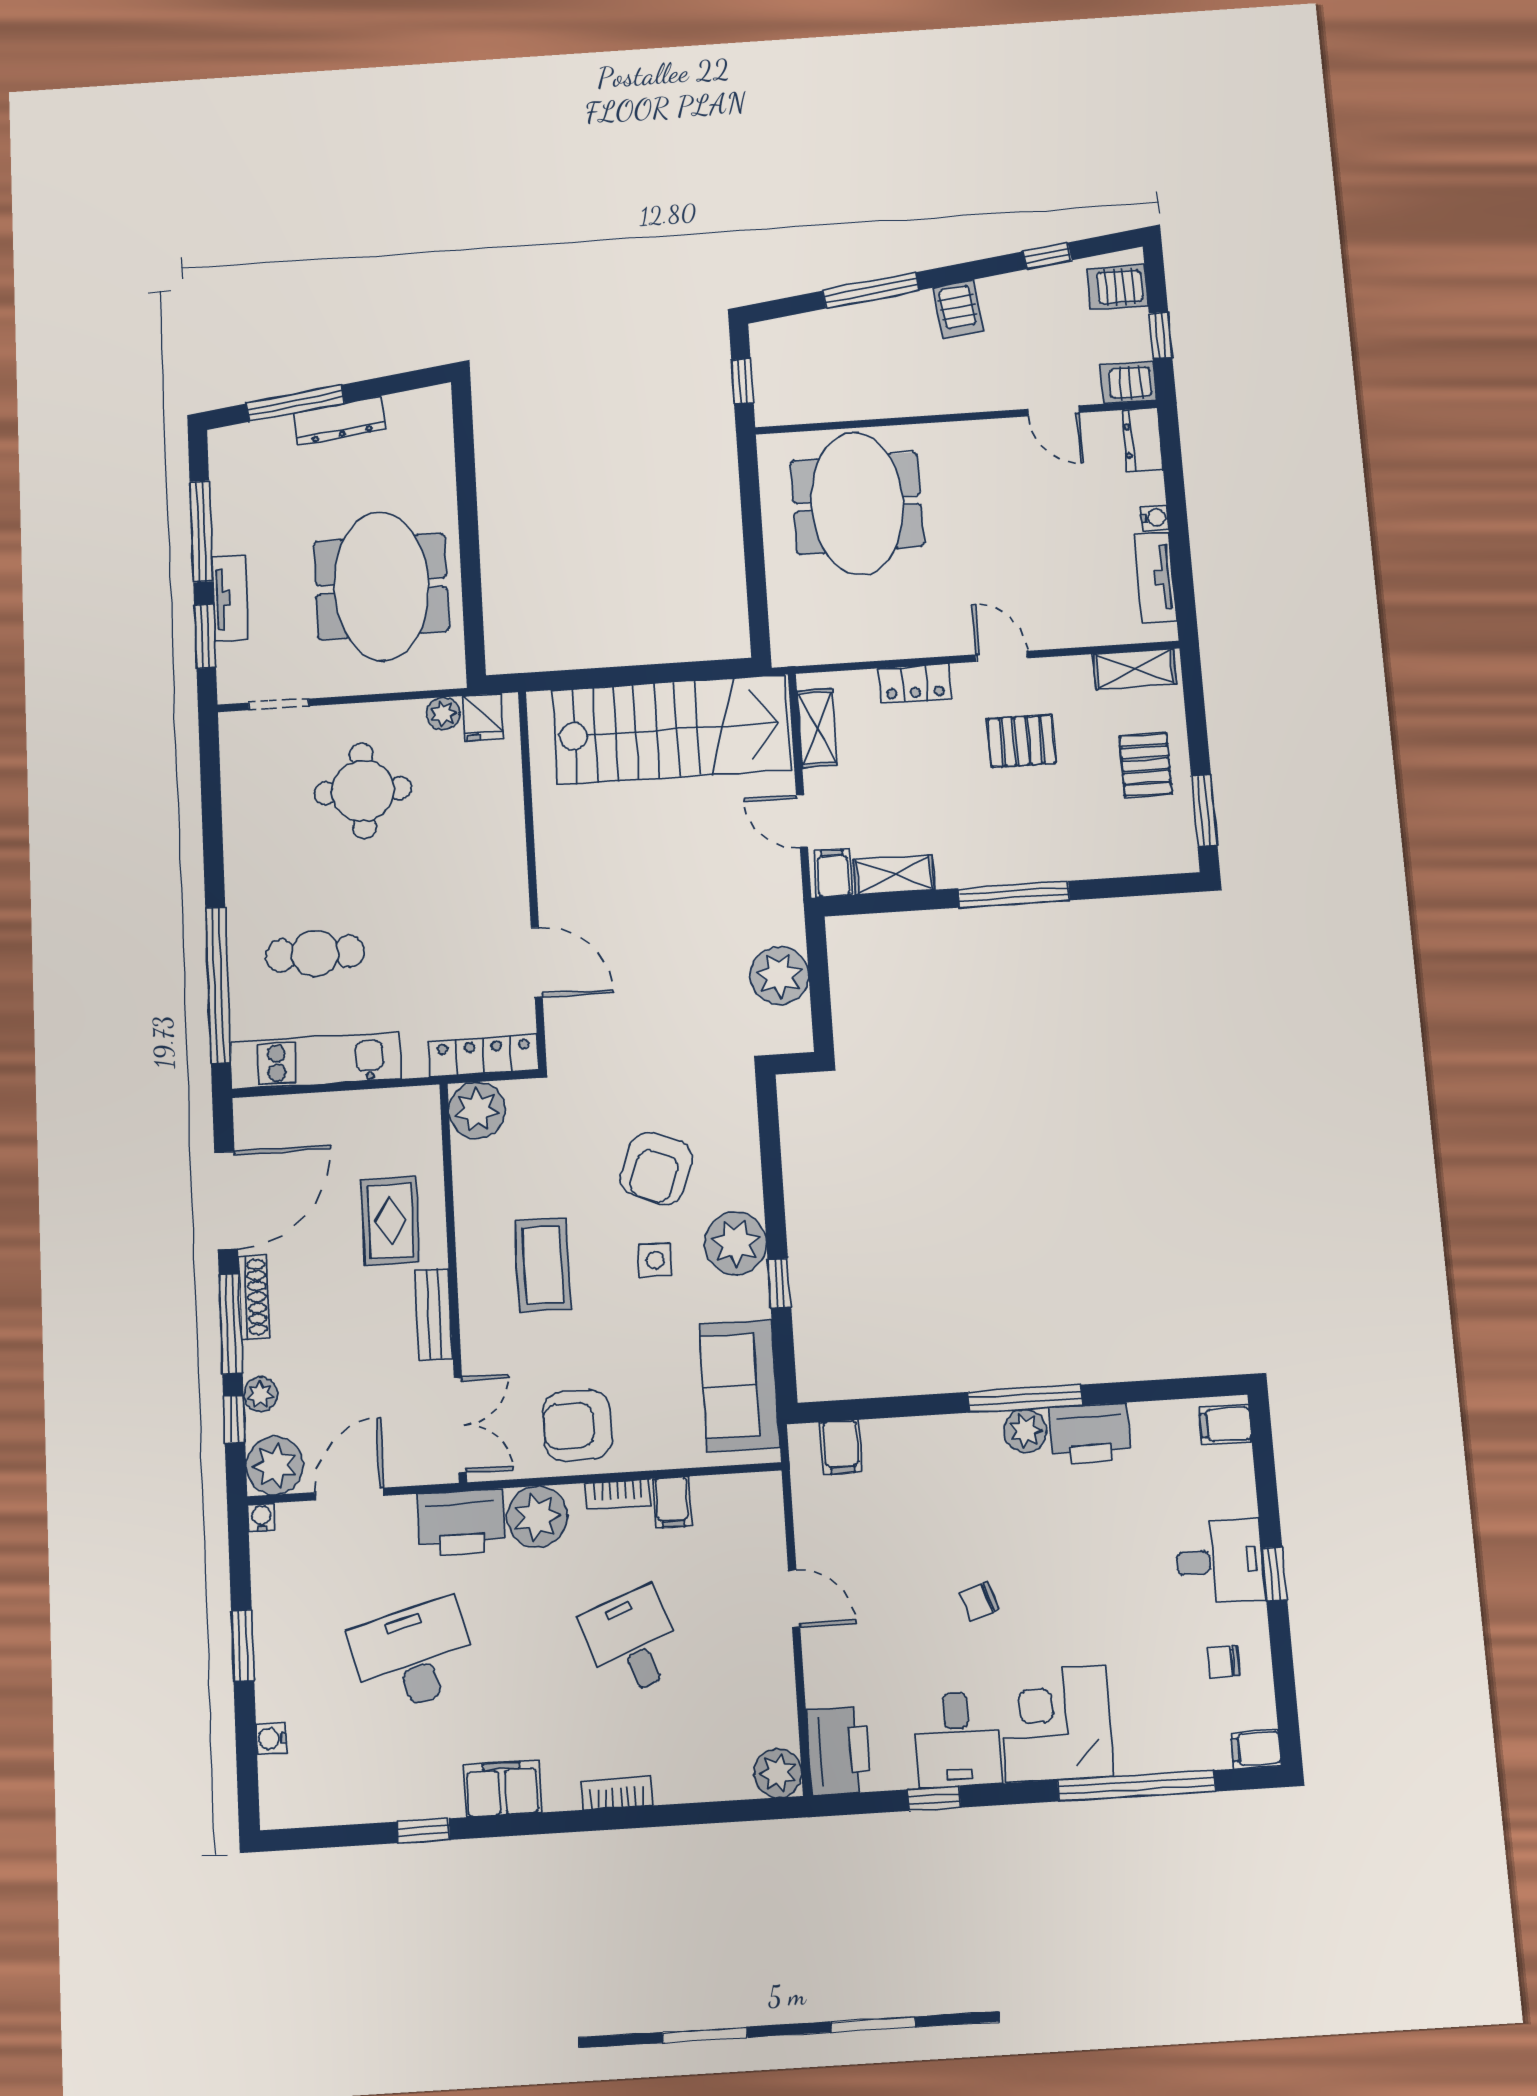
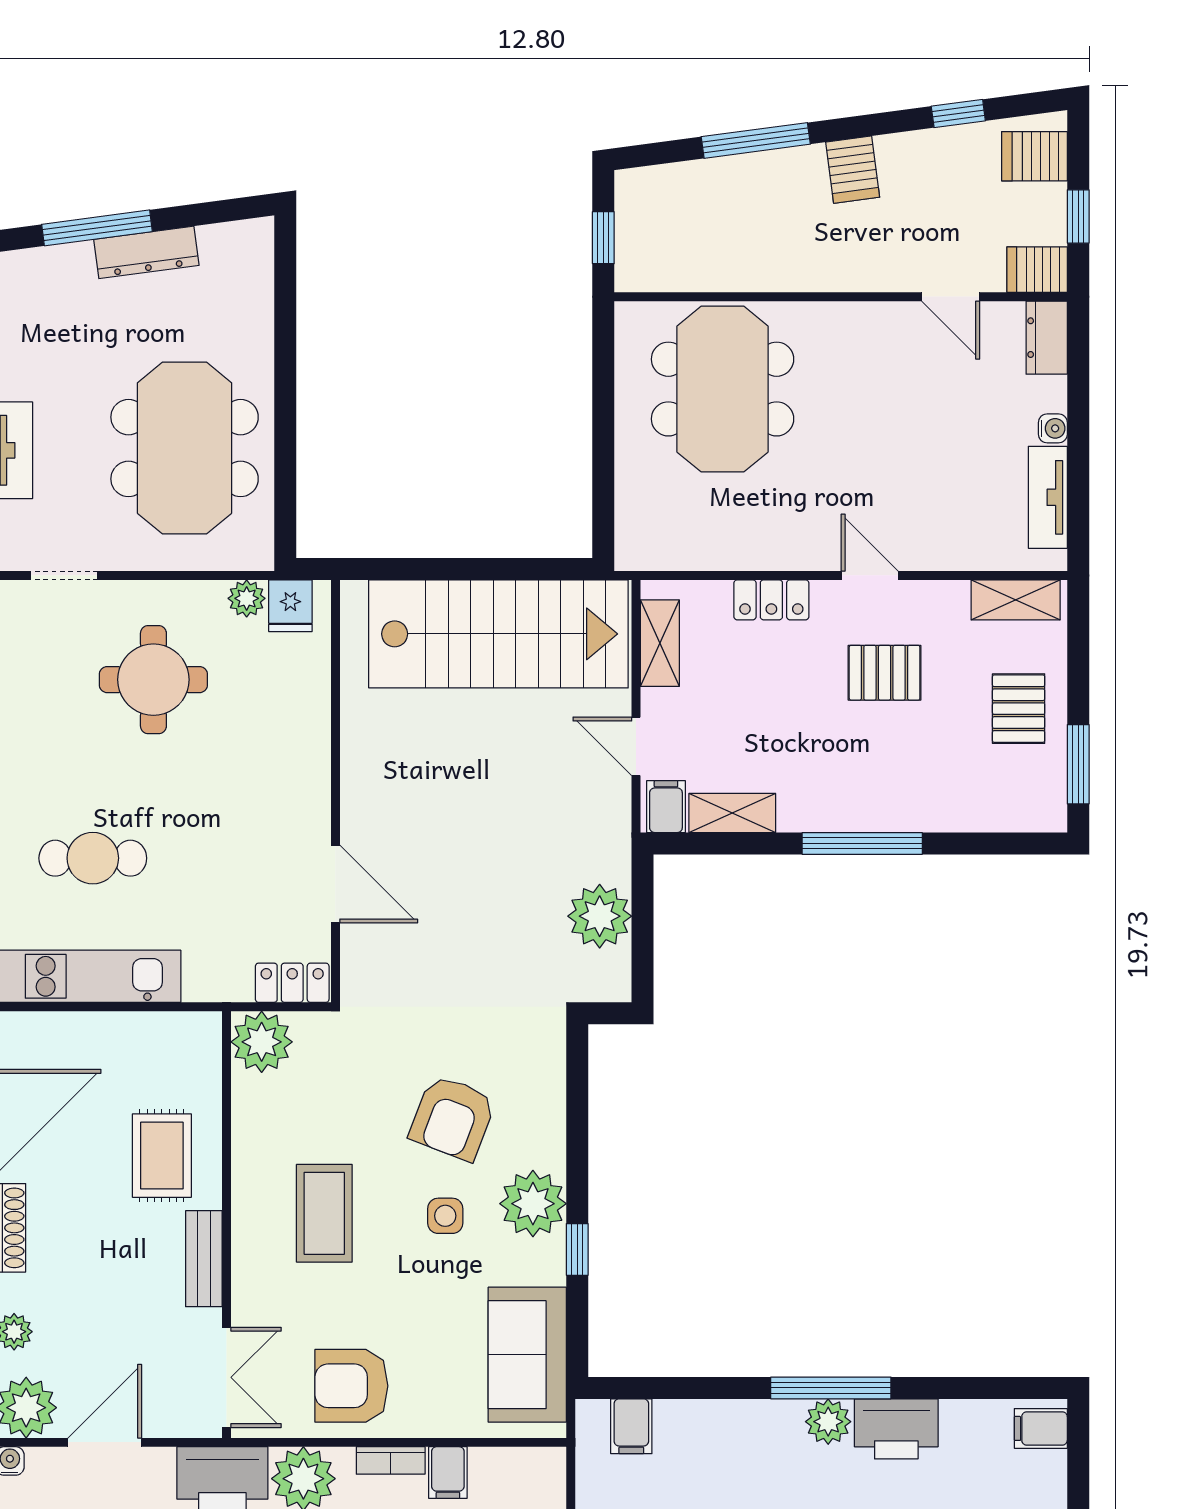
locker: (483, 1056) -> (292, 983), width x0.66

